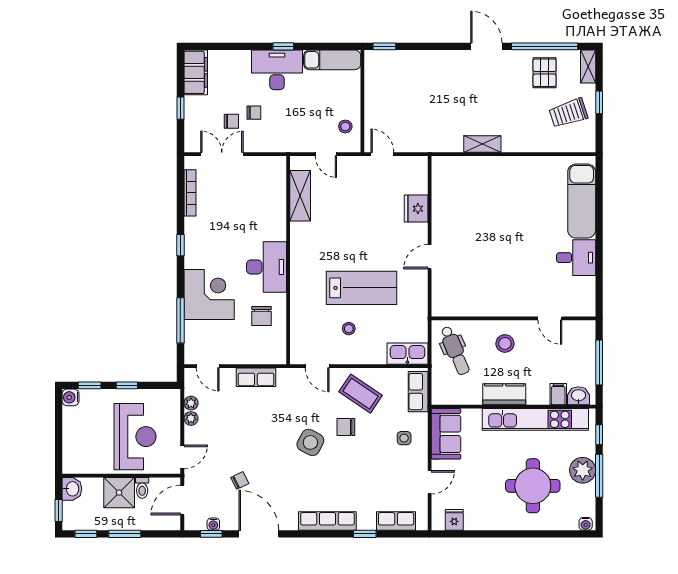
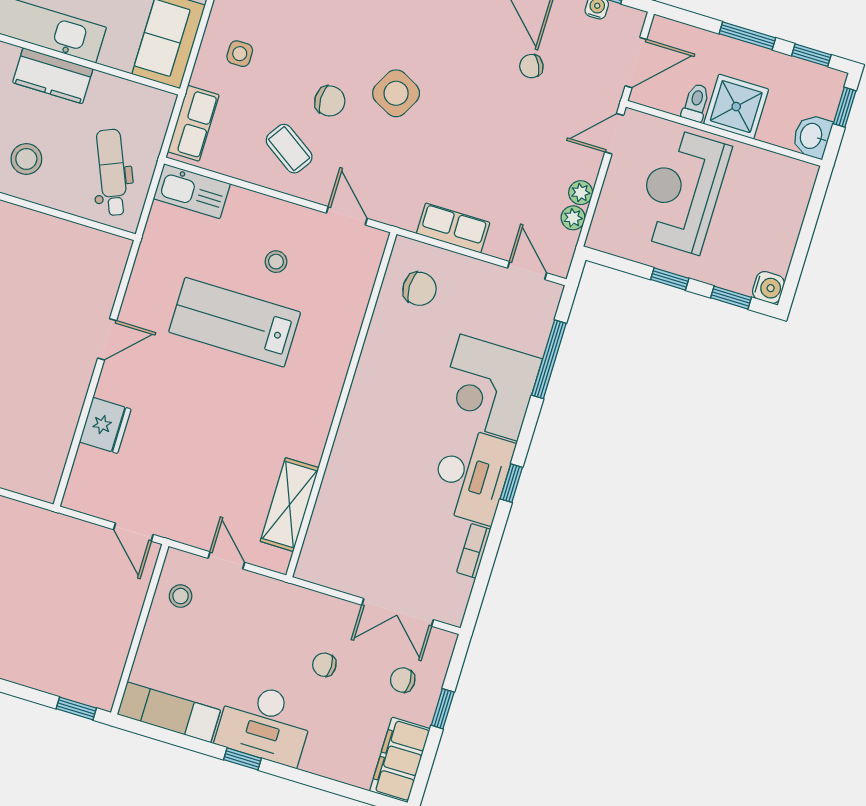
chair: (231, 121) -> (403, 680), moved
bookcase: (190, 193) -> (474, 551), width x0.64
desk: (267, 267) -> (472, 475), moved, turned 180
chair: (262, 316) -> (420, 289), moved, turned 90
coffee table: (361, 394) -> (289, 149), width x0.73, depth x0.77

